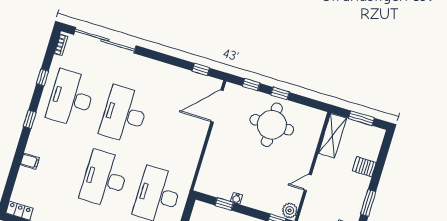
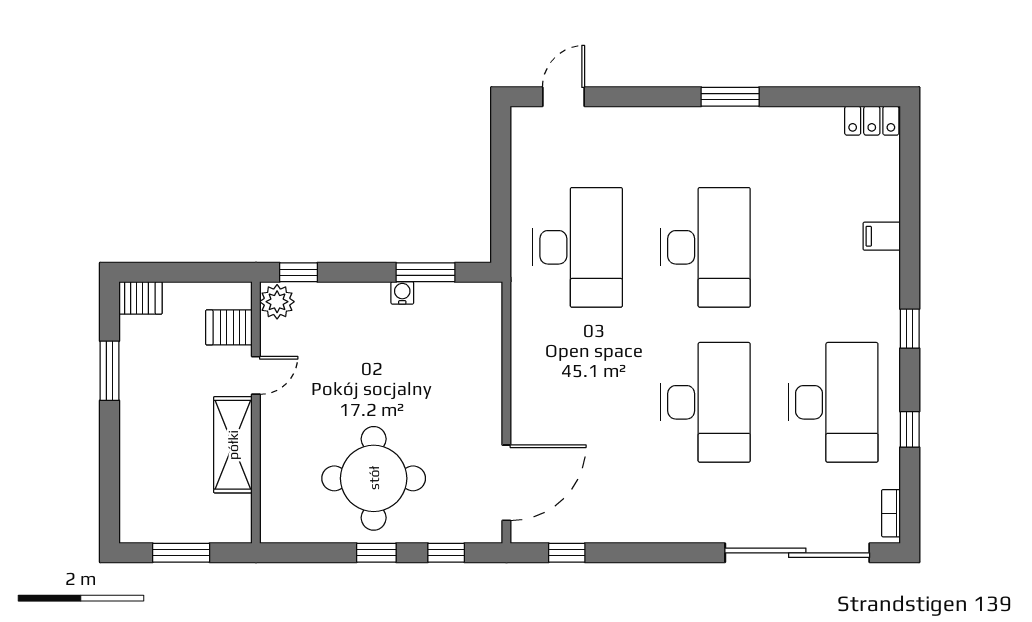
shelving: (332, 136) -> (233, 445), moved
server rack: (364, 167) -> (229, 327), moved, turned 180
window: (224, 204) -> (425, 272), width x1.50

